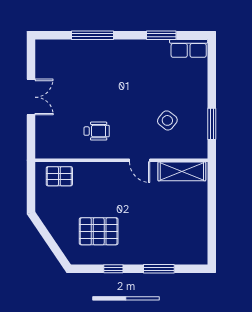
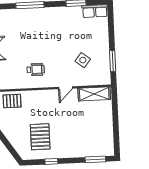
door: (140, 160) -> (65, 88), hinge flipped
pallet: (99, 231) -> (40, 137), turned 90
window: (159, 269) -> (95, 159), moved

